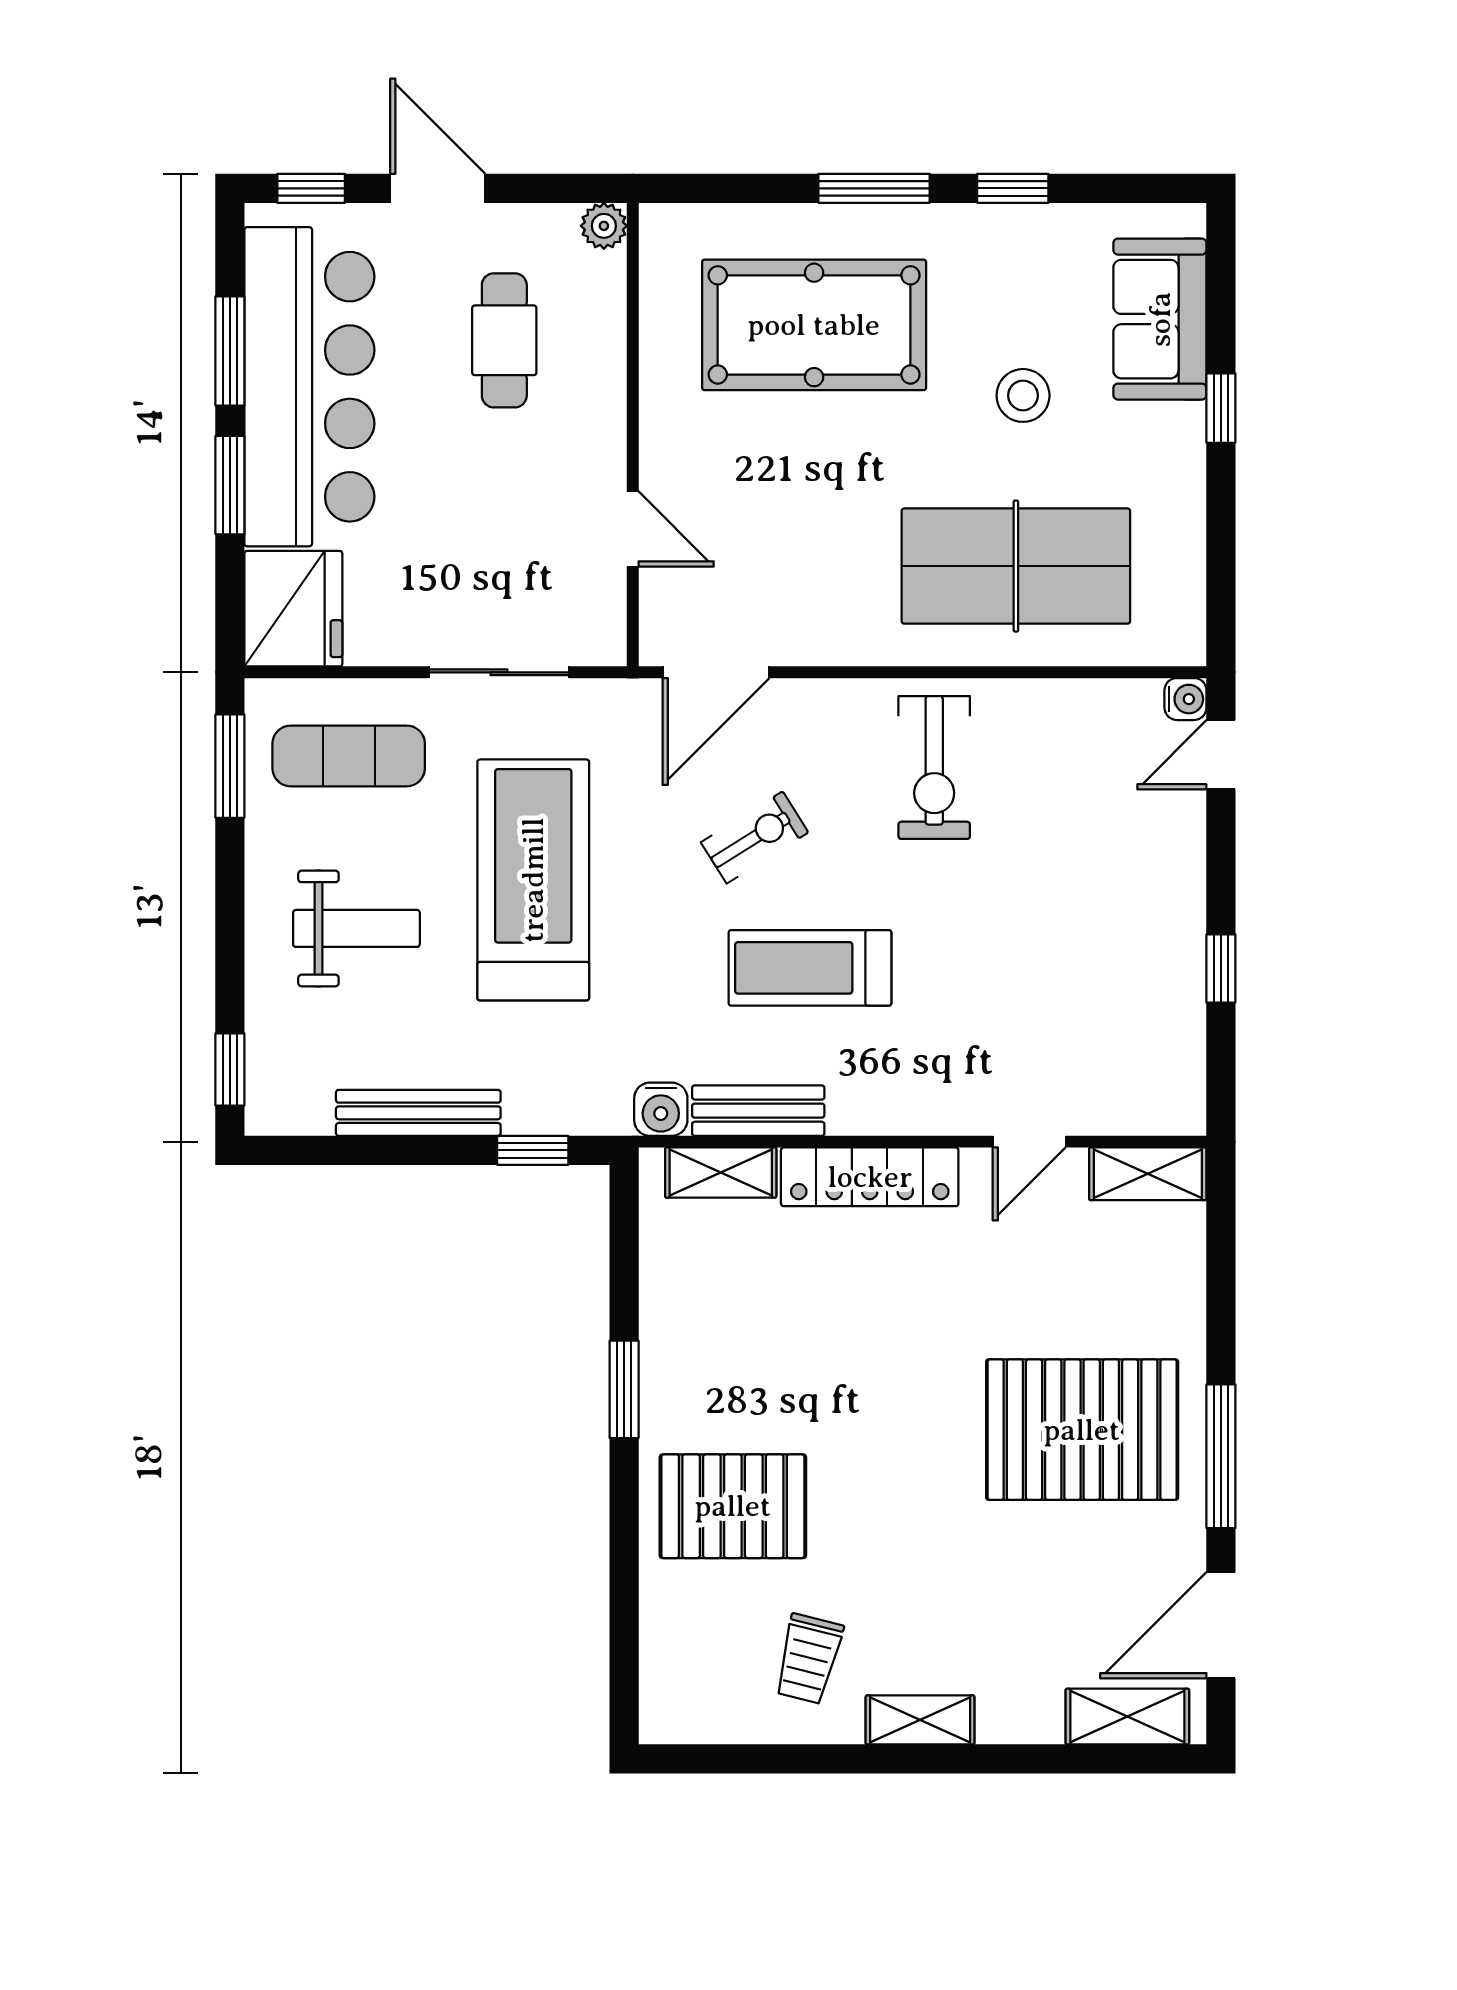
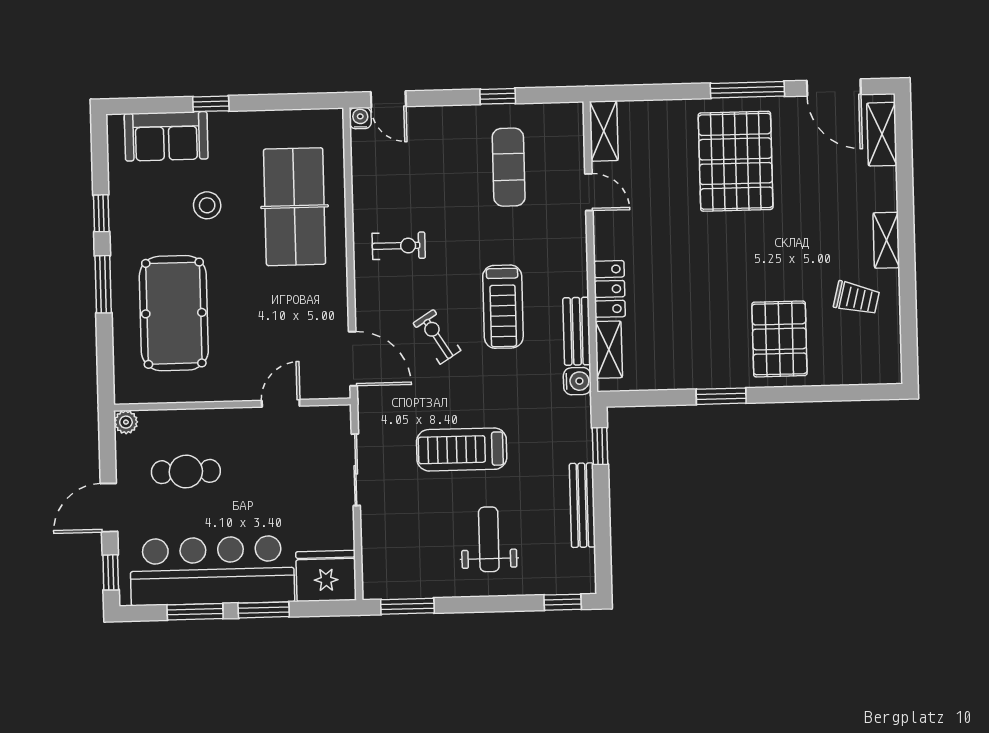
exercise mat: (349, 756) -> (509, 167), moved
exercise bike: (934, 767) -> (399, 246), width x0.73, depth x0.72
treadmill: (533, 880) -> (462, 449), width x0.73, depth x0.73
locker: (870, 1177) -> (609, 289), width x0.66

